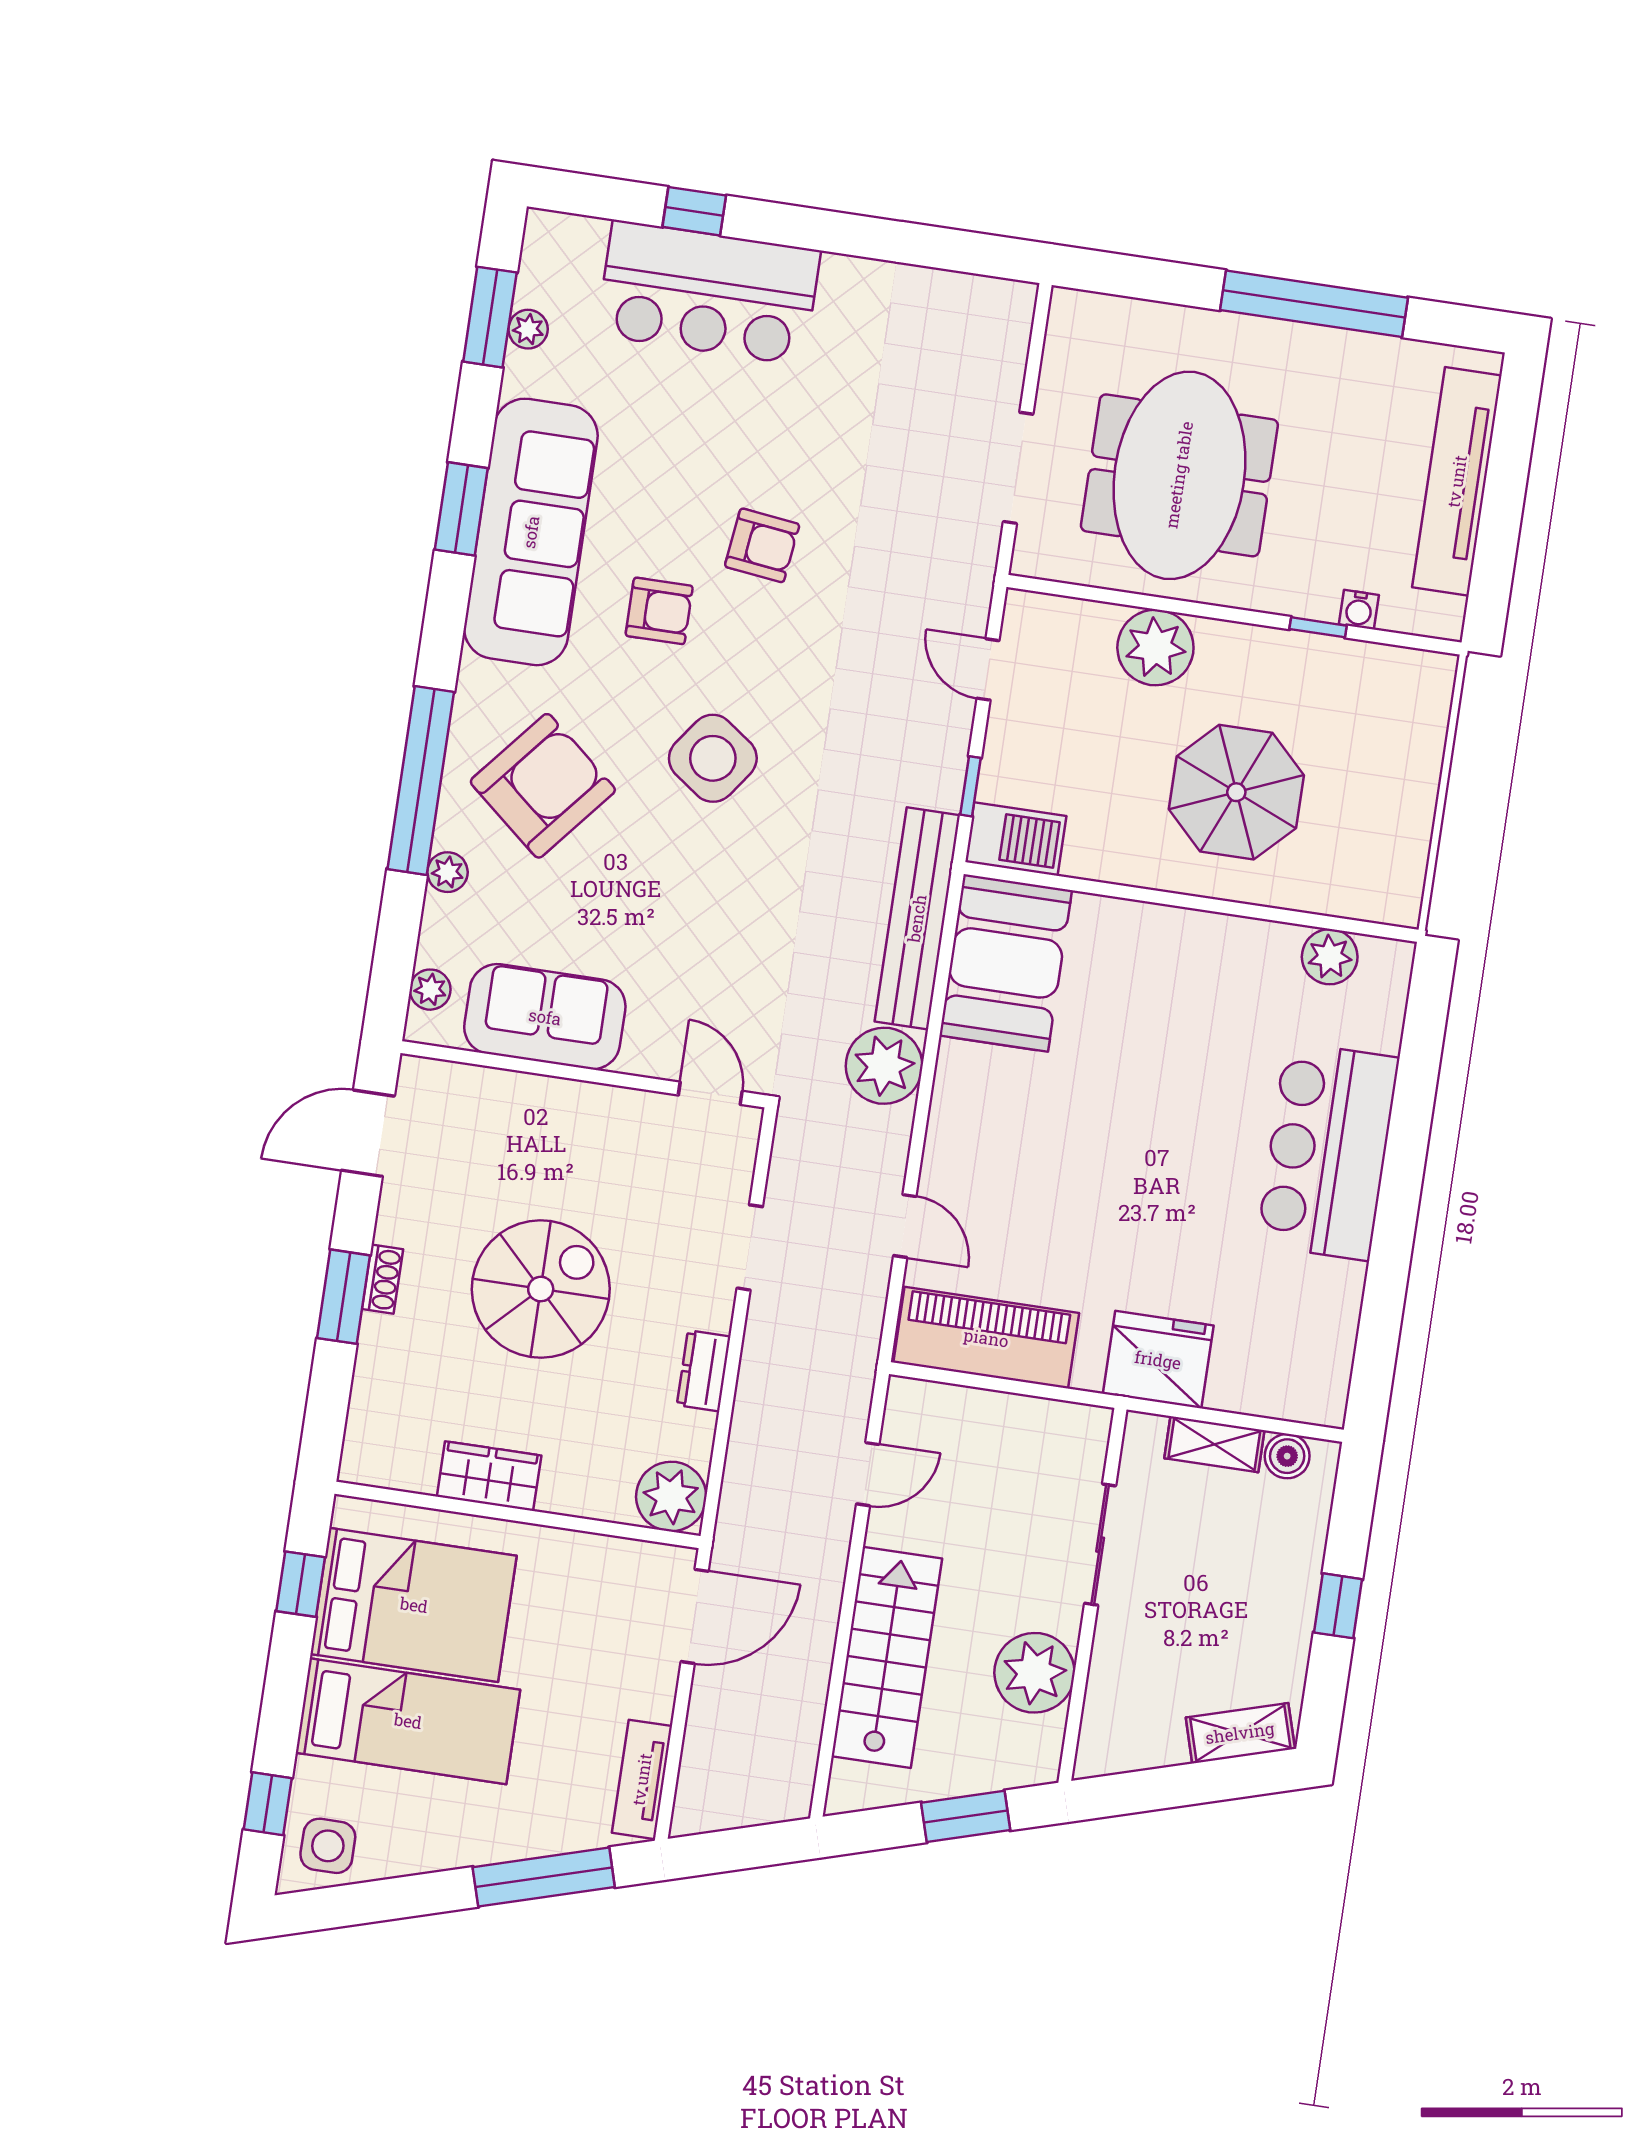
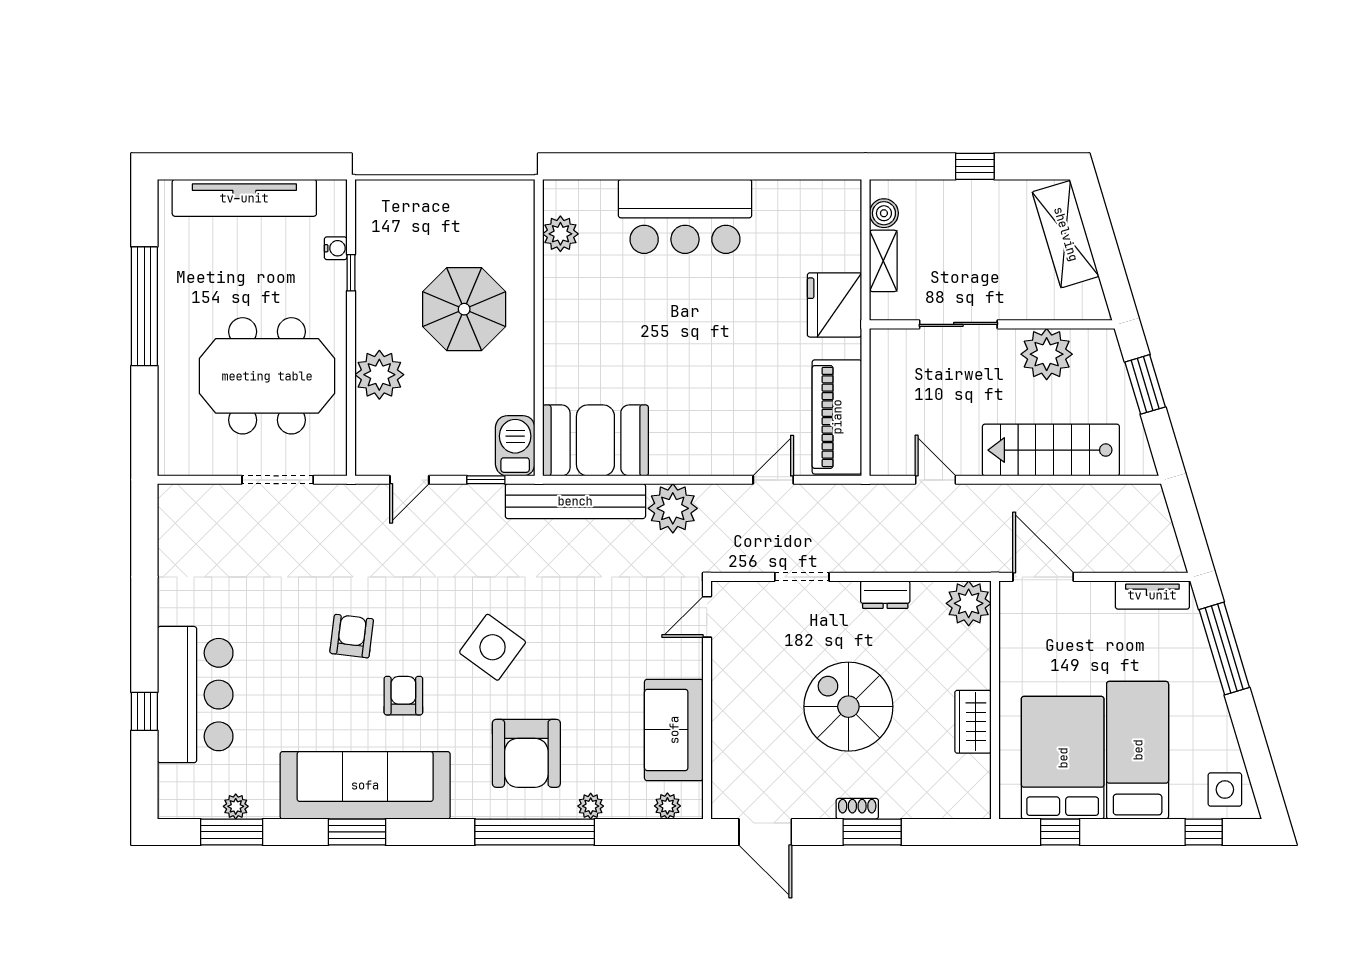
armchair: (543, 786) -> (526, 753), turned -130
shelving: (1240, 1733) -> (1066, 234), width x1.50, depth x1.33

